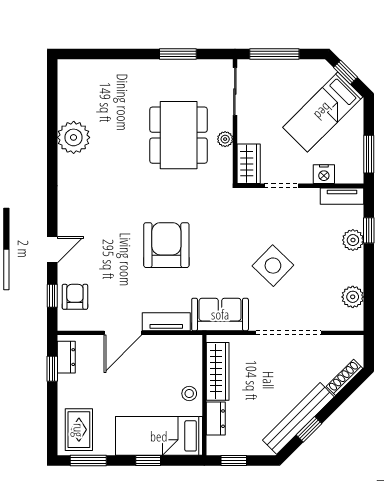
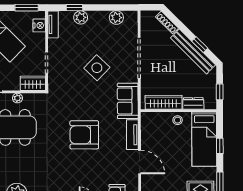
nightstand: (324, 174) -> (39, 25), moved

